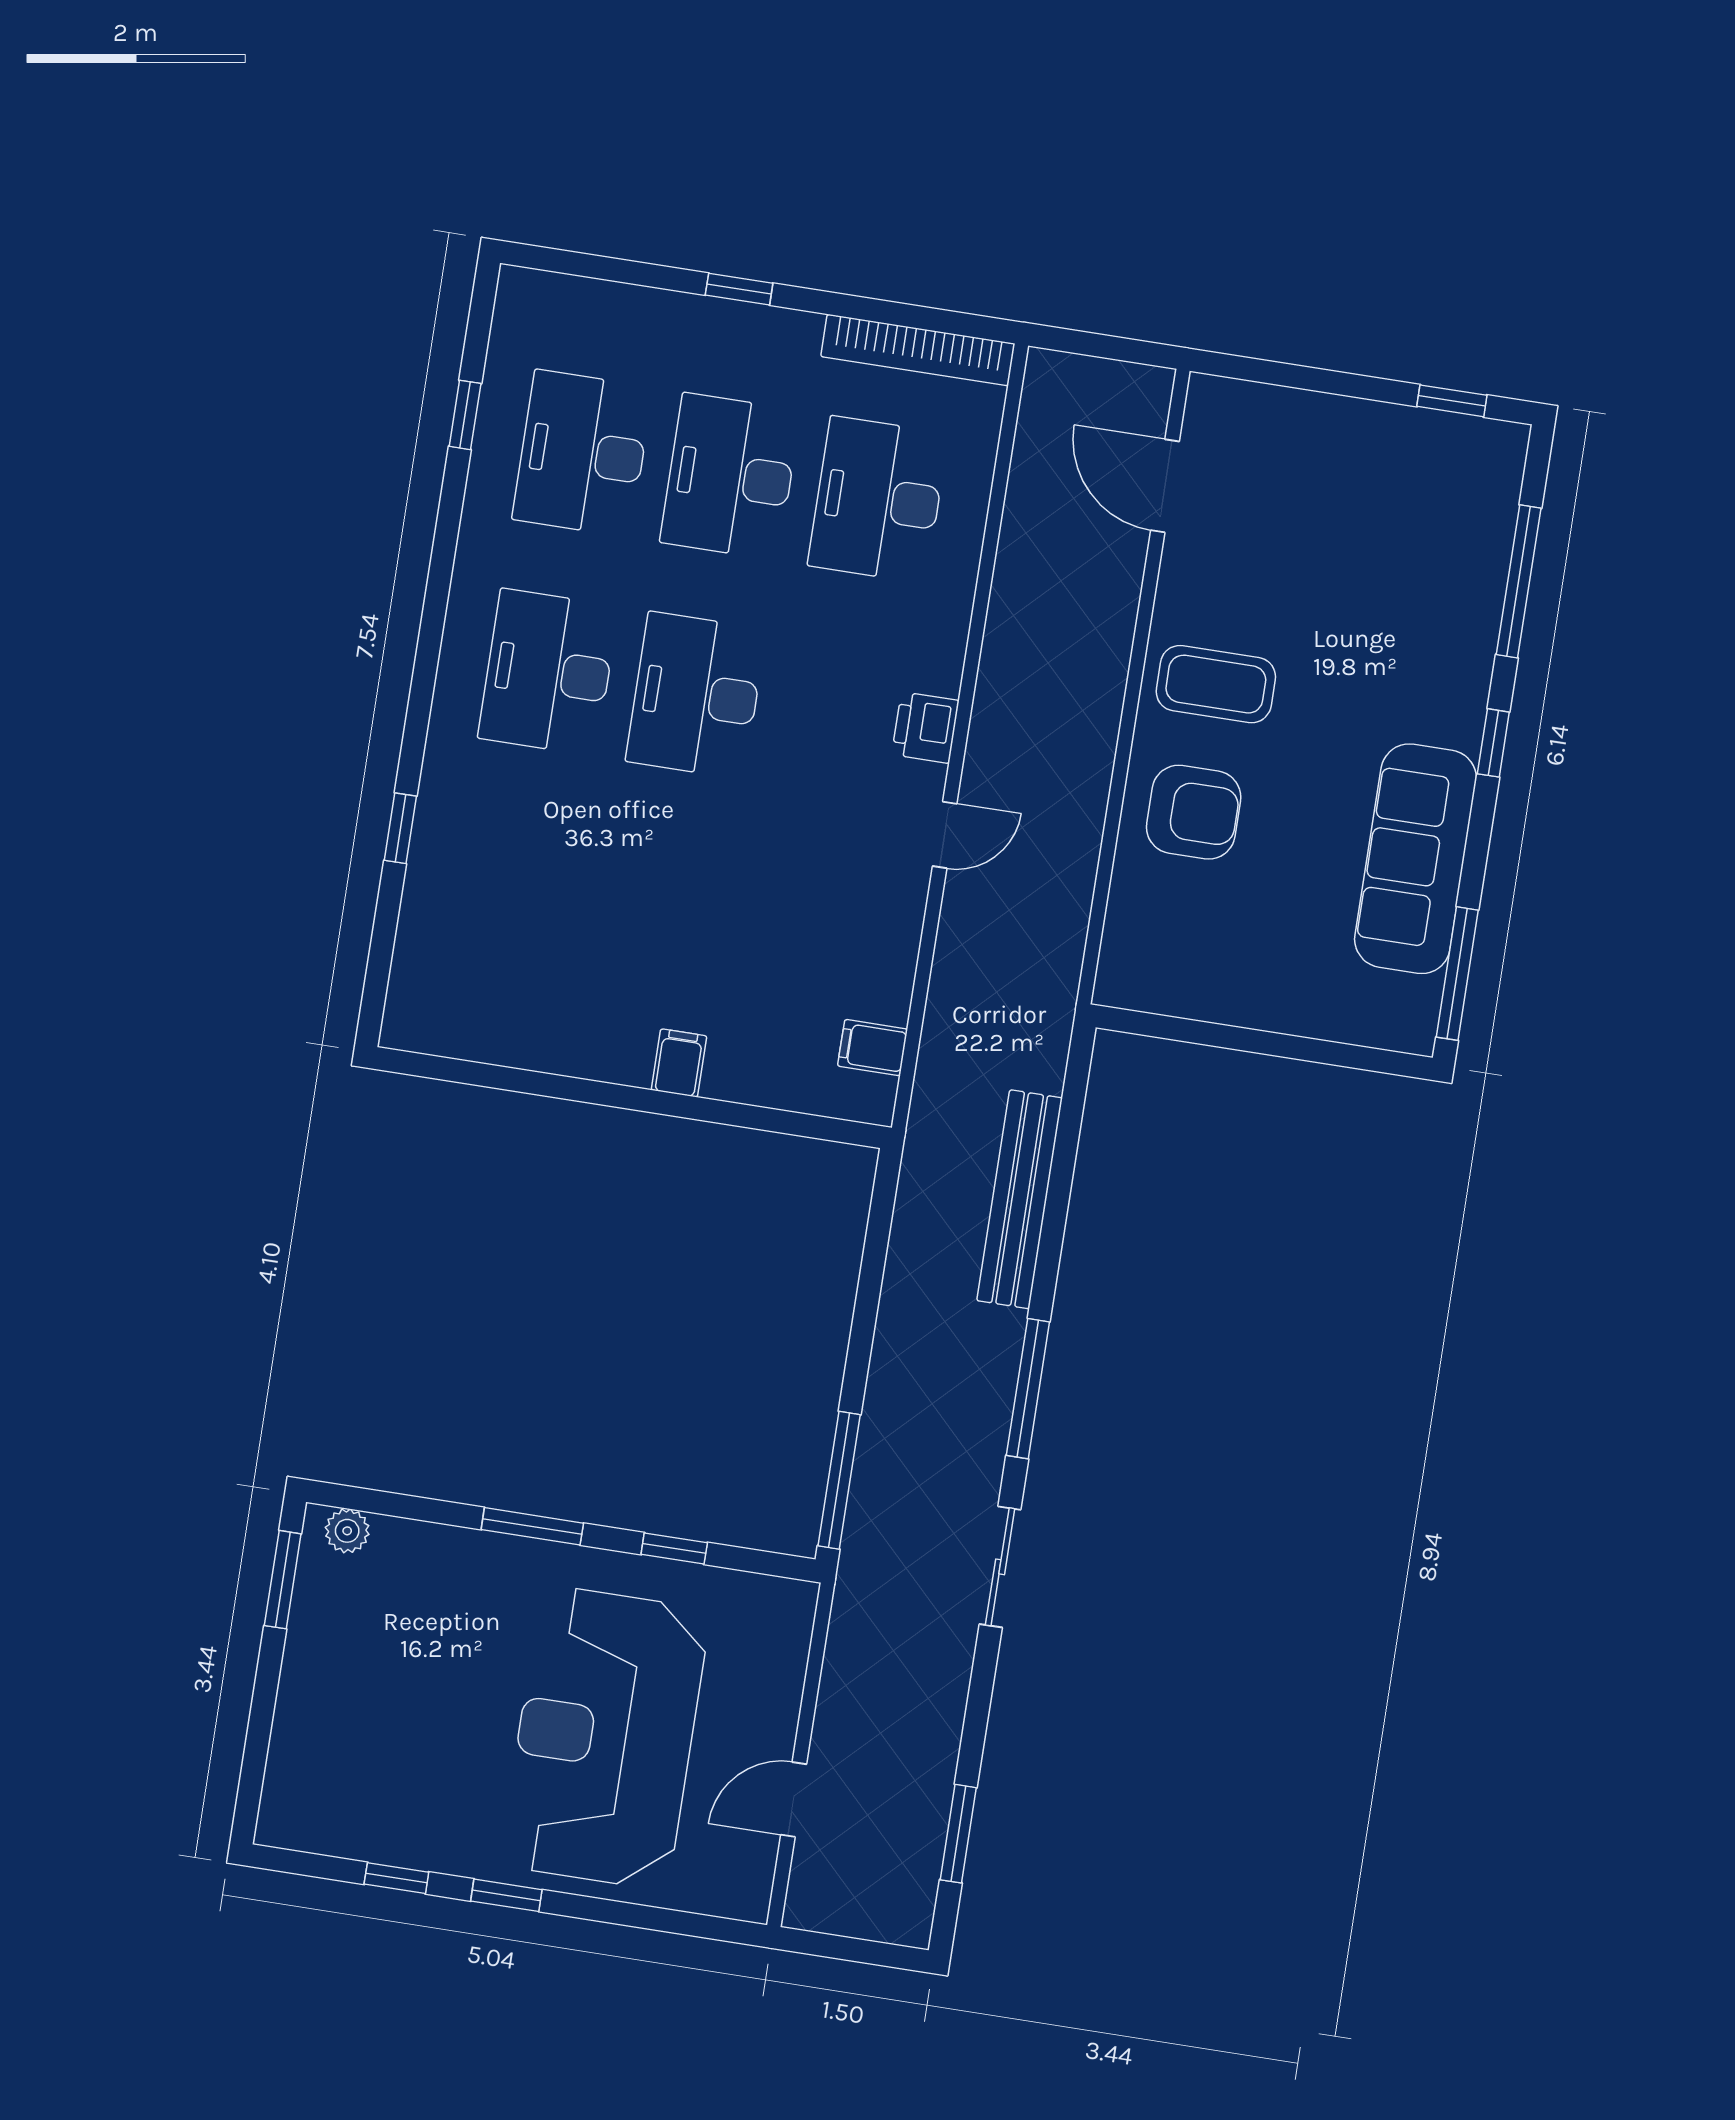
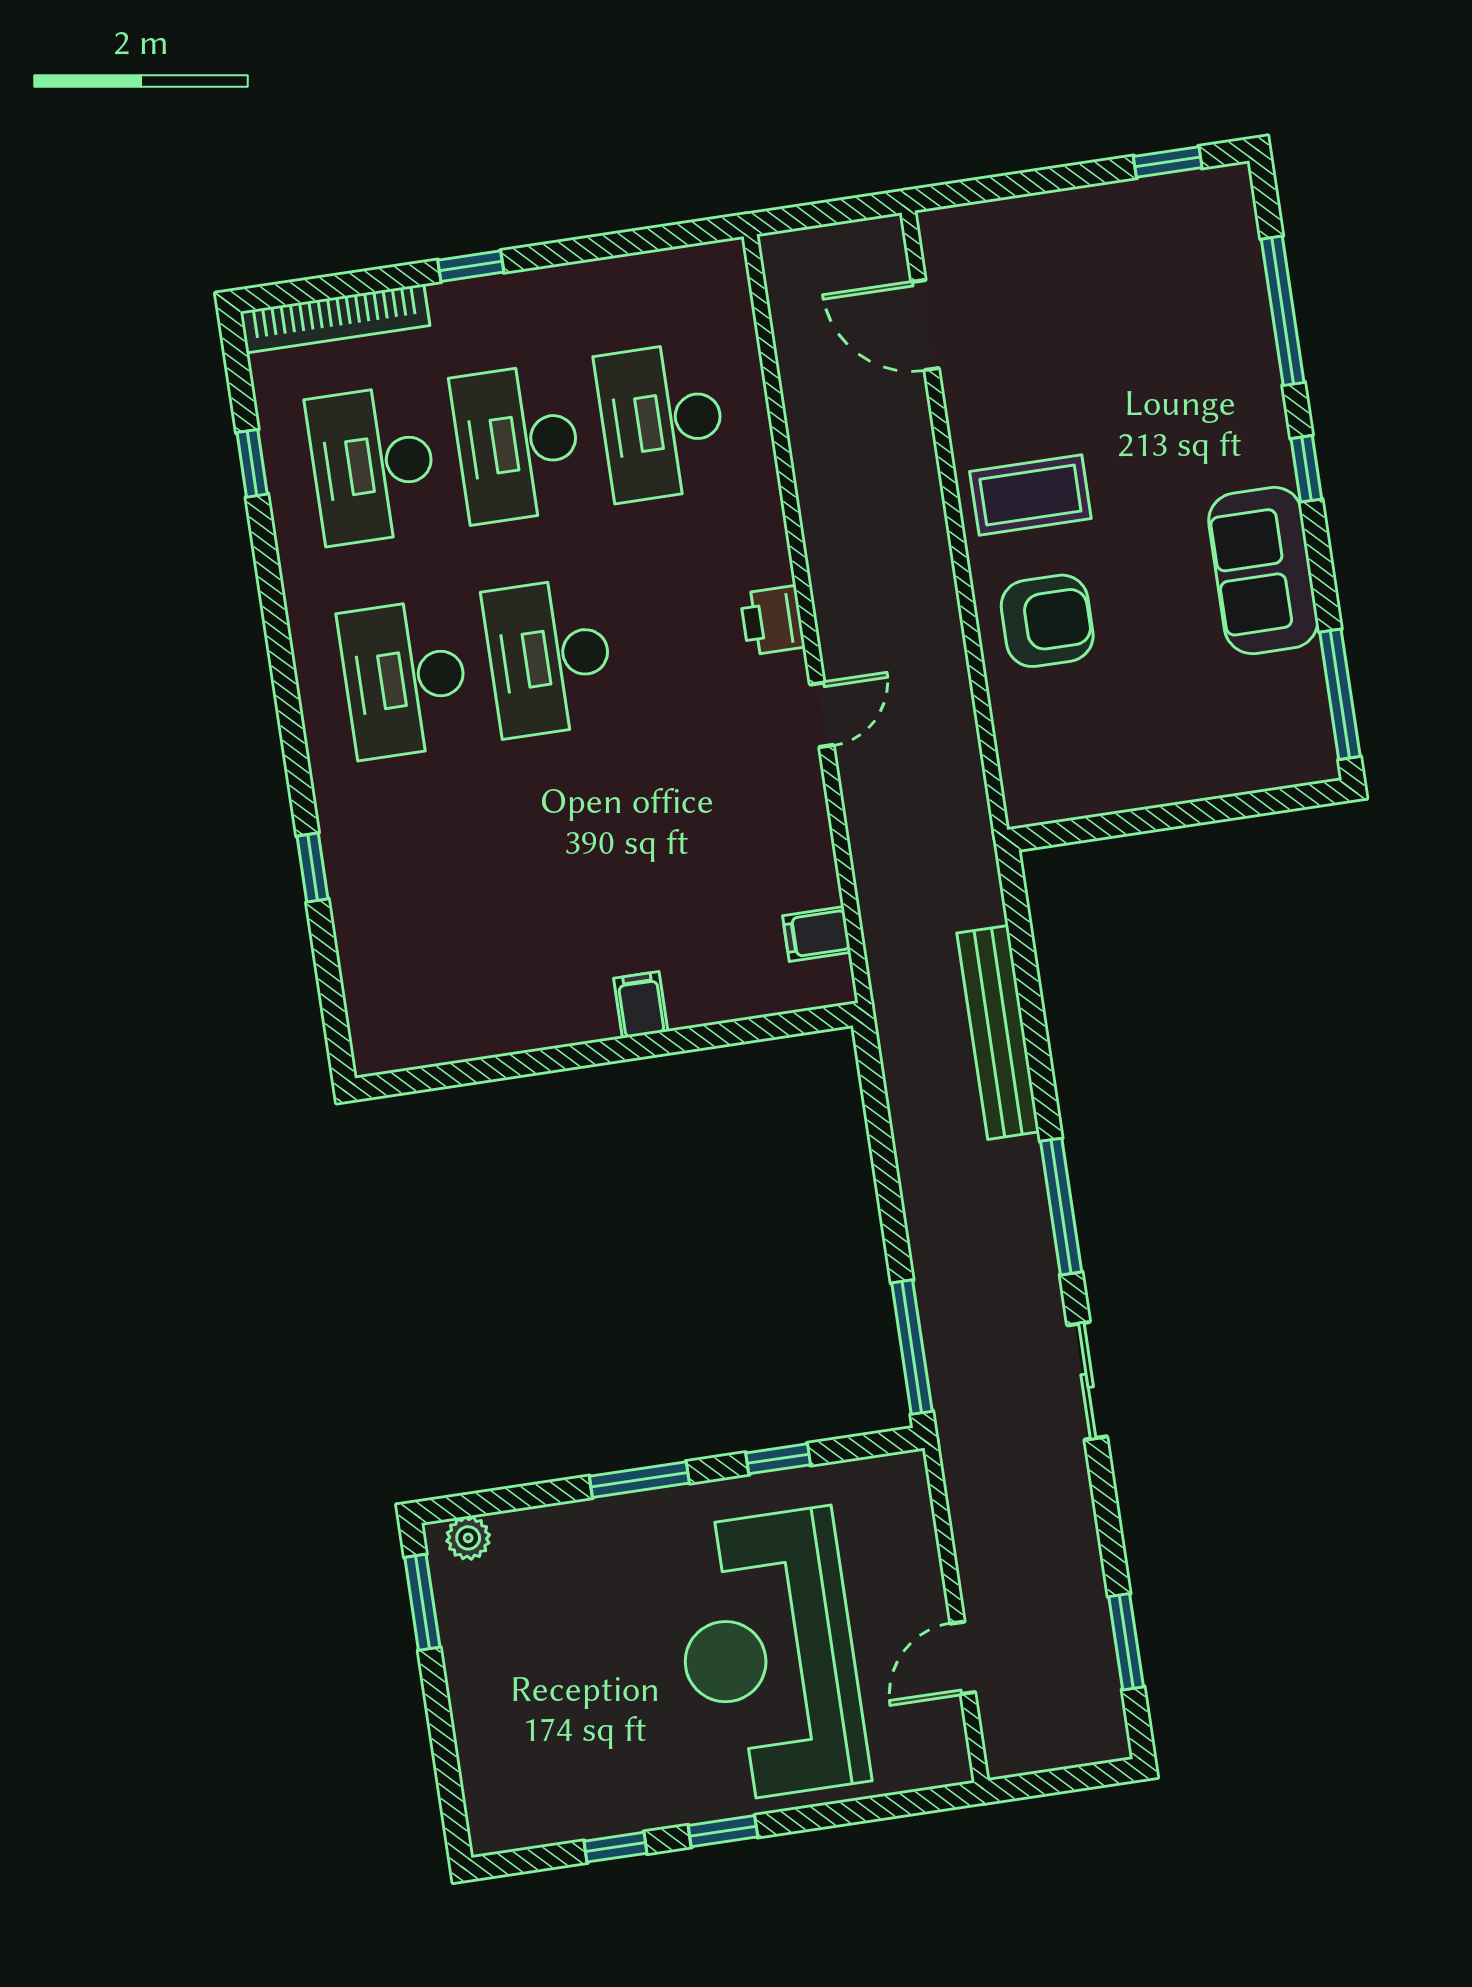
bookcase: (918, 350) -> (335, 318), moved
sofa: (1416, 859) -> (1263, 571), width x0.73

